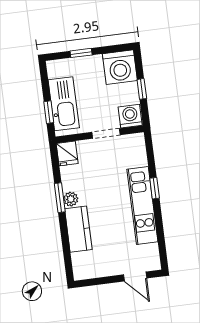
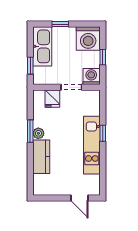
kitchen sink: (64, 104) -> (42, 46), moved
fridge: (67, 153) -> (52, 99), moved

